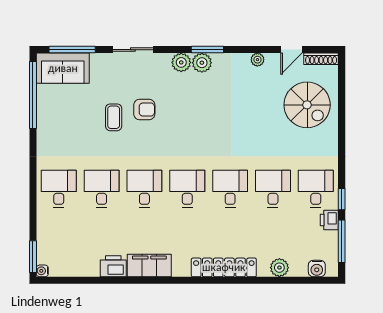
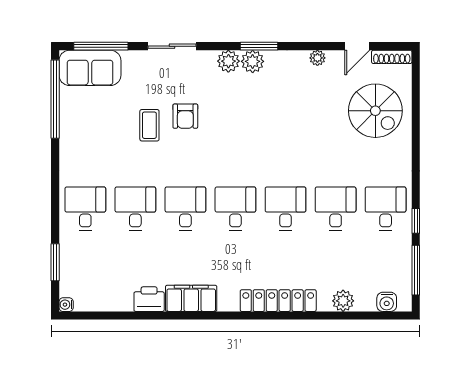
armchair: (144, 109) -> (185, 116), turned 90
printer: (329, 220) -> (401, 245), removed
window: (33, 257) -> (55, 262), moved

